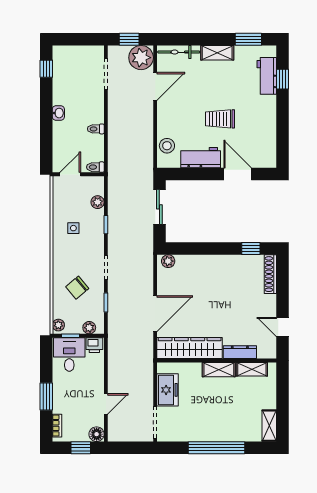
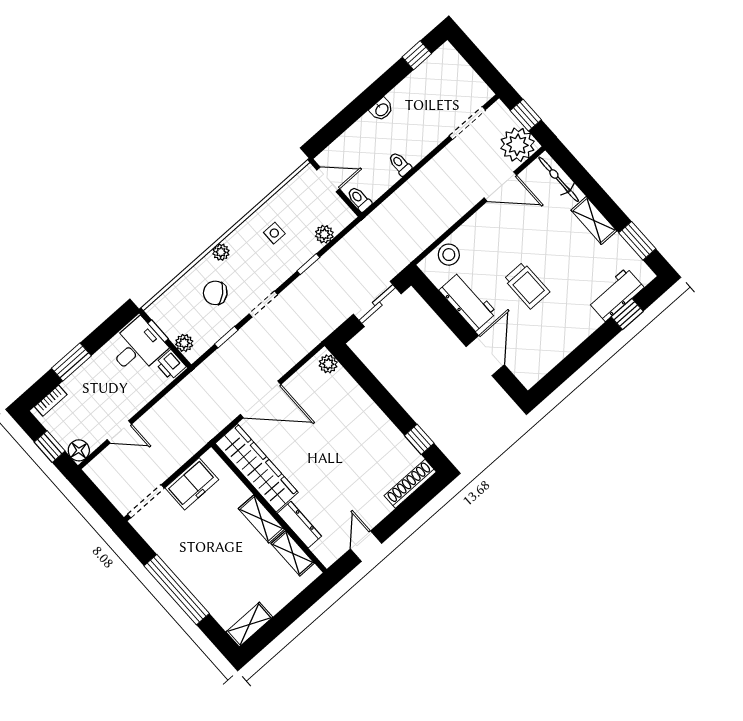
trolley: (220, 119) -> (527, 286), turned 180
plant: (58, 325) -> (221, 252), moved

